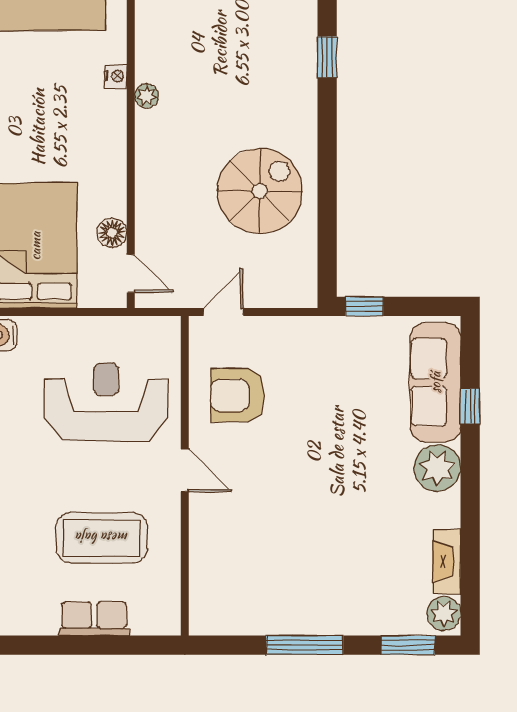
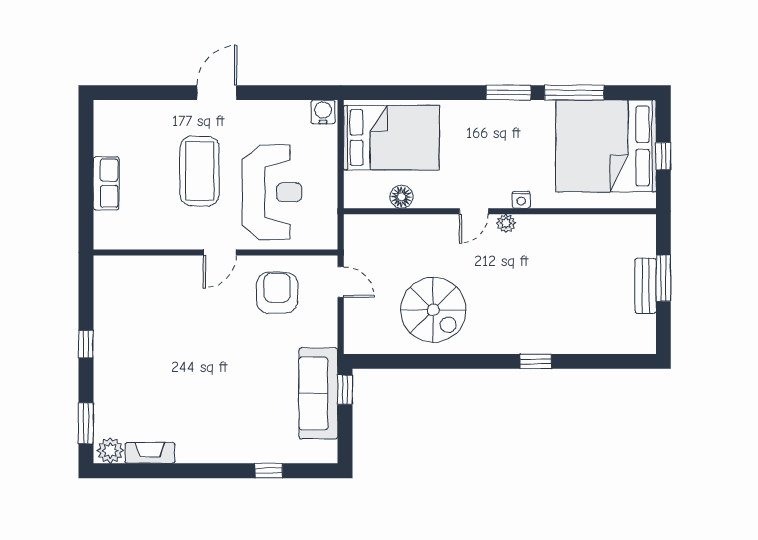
door: (131, 274) -> (474, 211), moved
sofa: (435, 382) -> (318, 393), moved, turned -90
plant: (437, 468) -> (221, 446), removed
coffee table: (102, 538) -> (200, 171), moved
window: (305, 645) -> (86, 344), width x0.46

